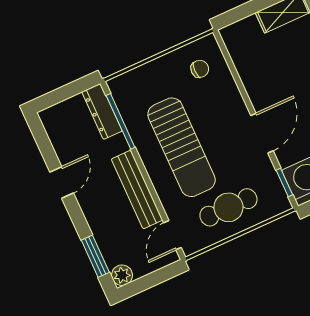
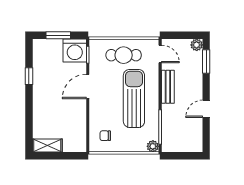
plant: (118, 86) -> (153, 146), added
dresser: (102, 111) -> (168, 137), removed
bench: (137, 190) -> (168, 87), width x0.73
door: (172, 235) -> (160, 54), hinge flipped

